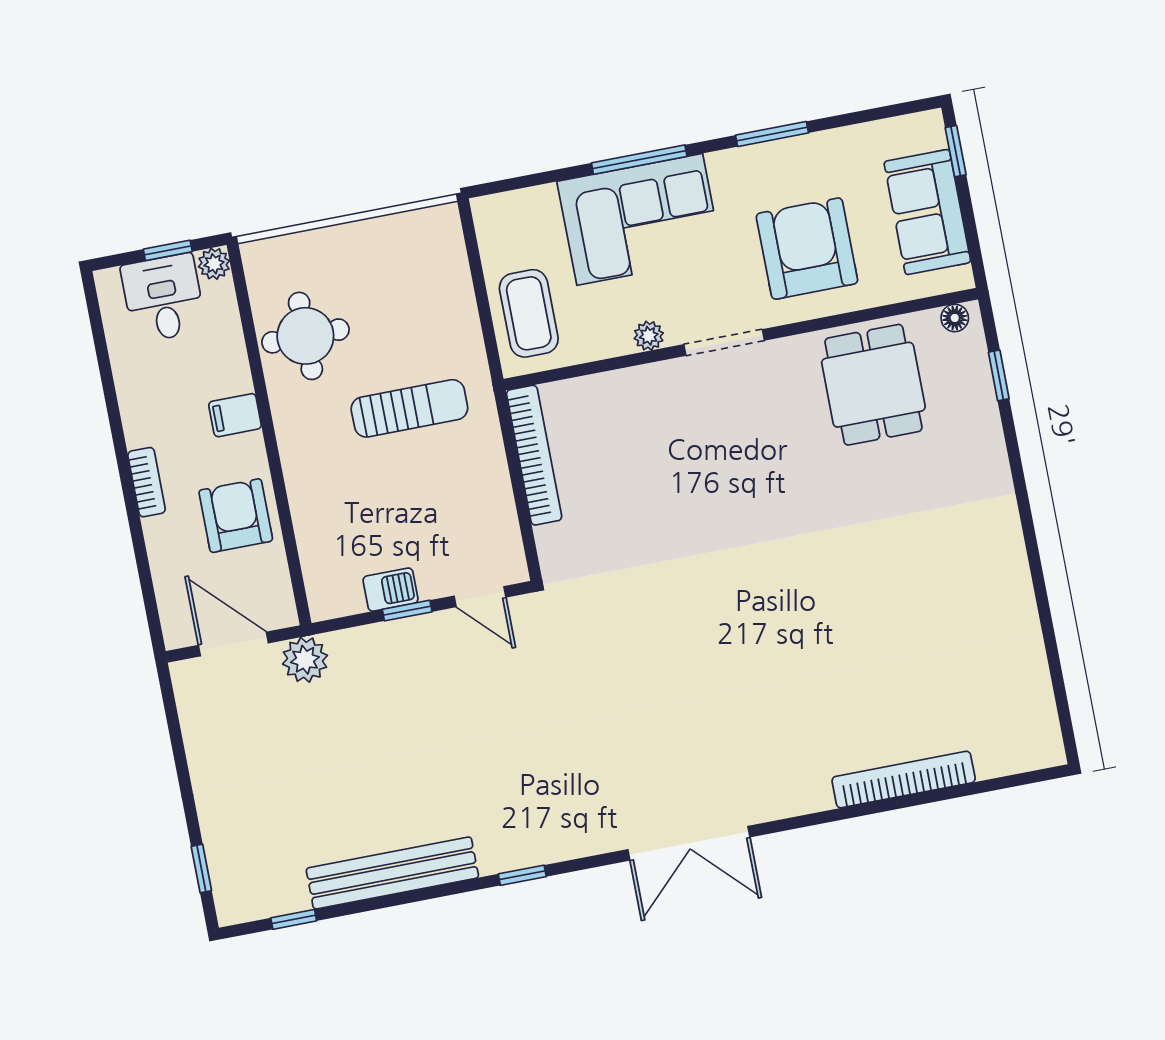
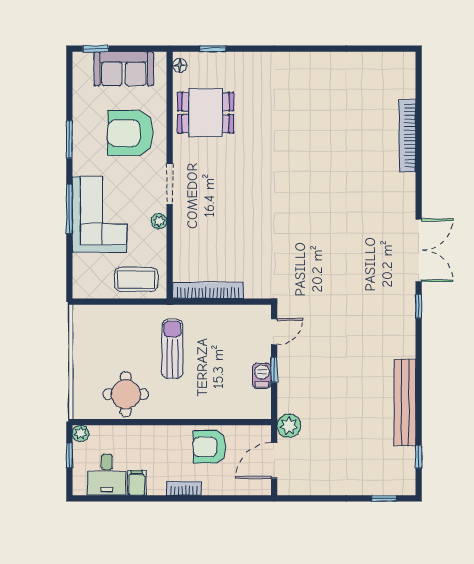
desk: (163, 298) -> (107, 475), moved, turned -90
filing cabinet: (235, 415) -> (137, 483), moved, turned 180
window: (522, 875) -> (419, 306), moved

